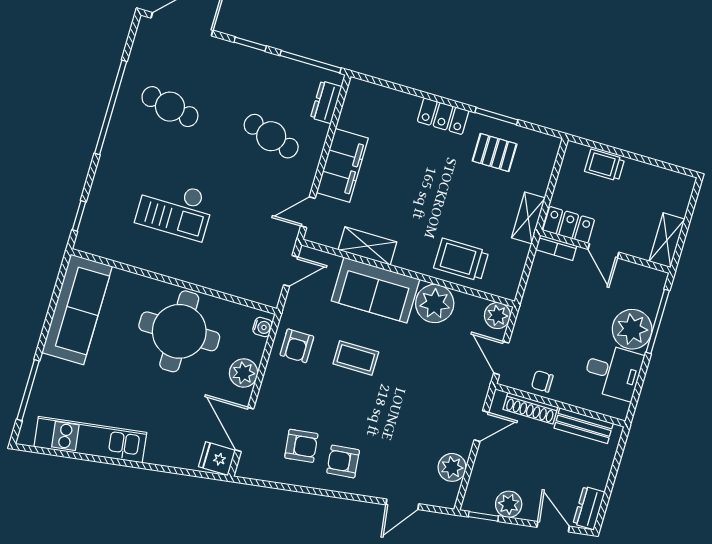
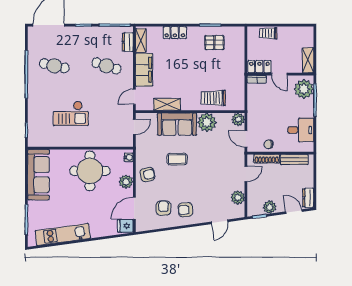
locker: (443, 116) -> (175, 33), moved
shelving: (528, 218) -> (141, 40), moved
plant: (632, 329) -> (304, 89), moved
armchair: (297, 346) -> (147, 175), moved, turned -101
door: (244, 429) -> (134, 208), hinge flipped
armchair: (301, 446) -> (163, 208), turned -83

